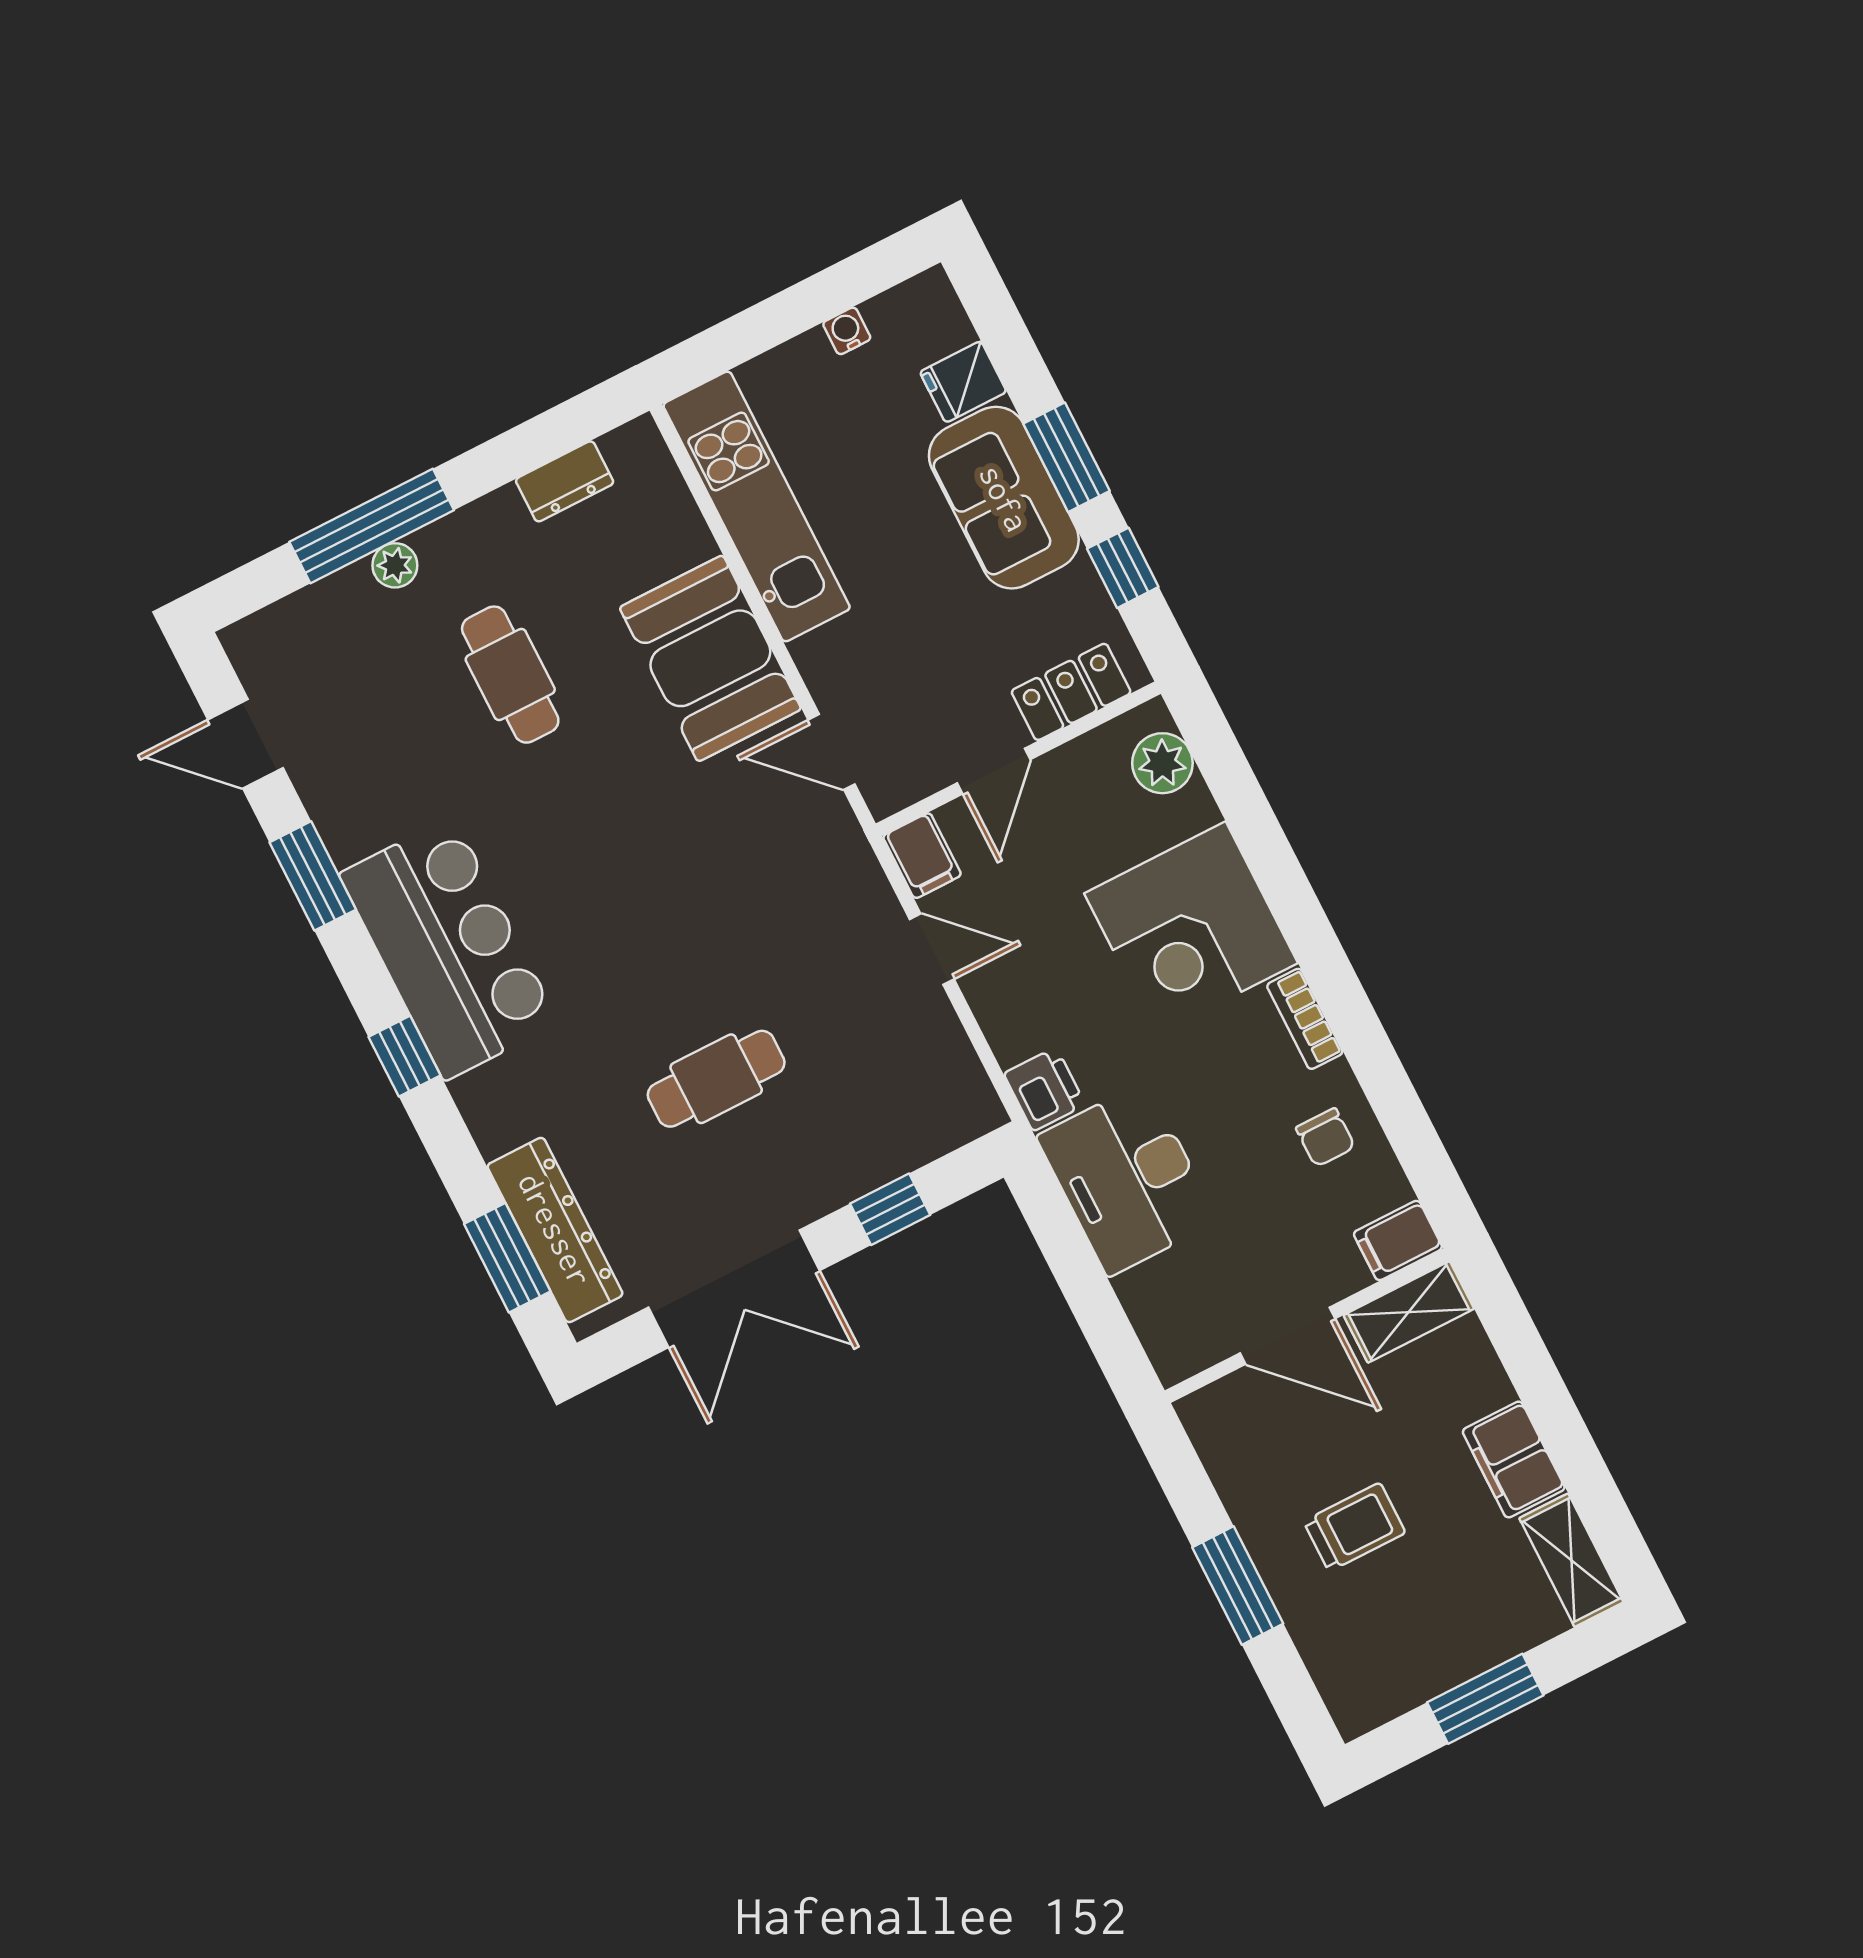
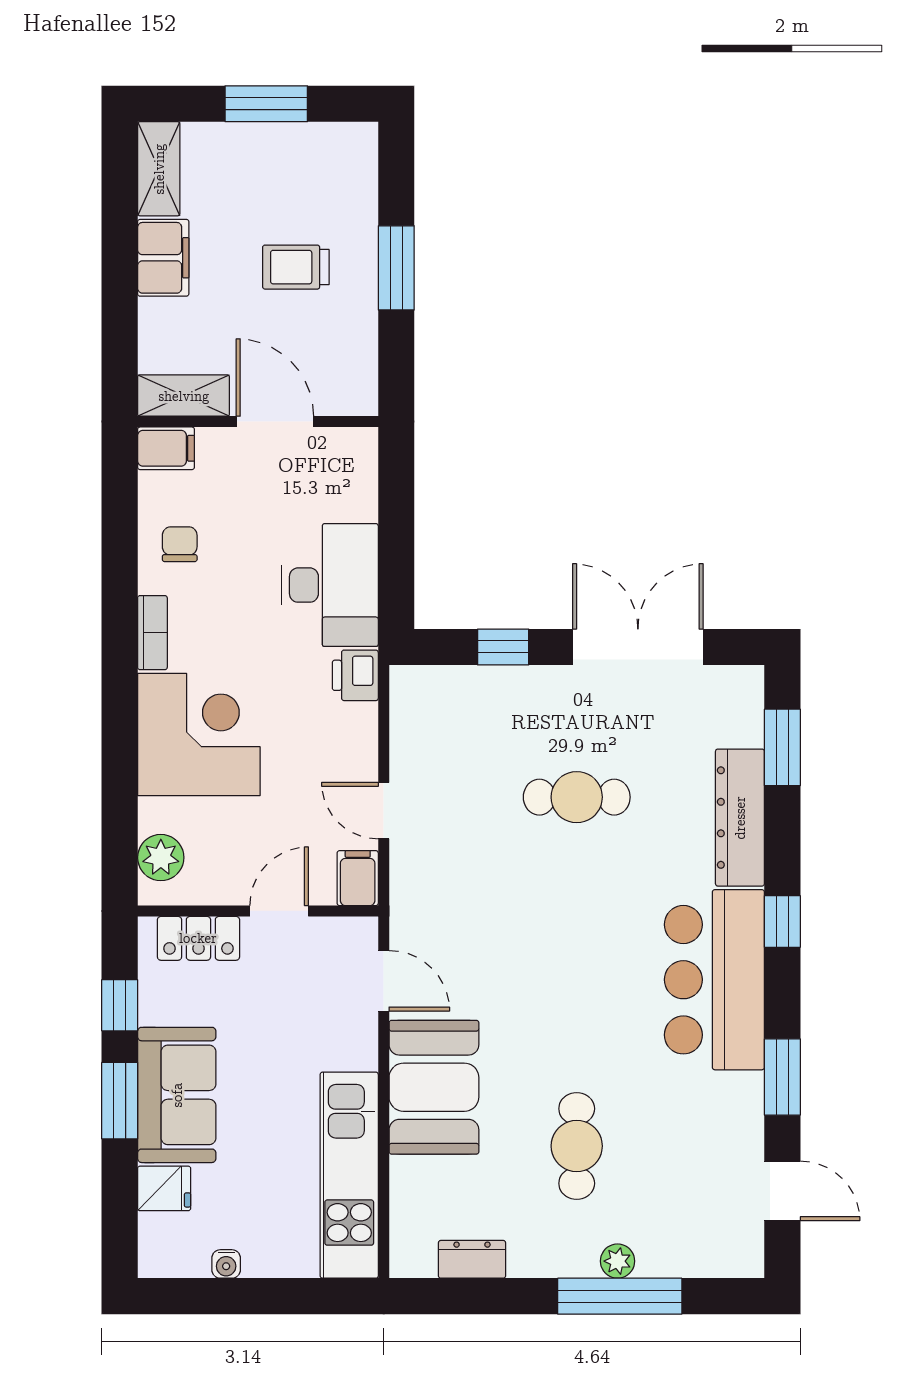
dresser: (555, 1230) -> (740, 818), moved

